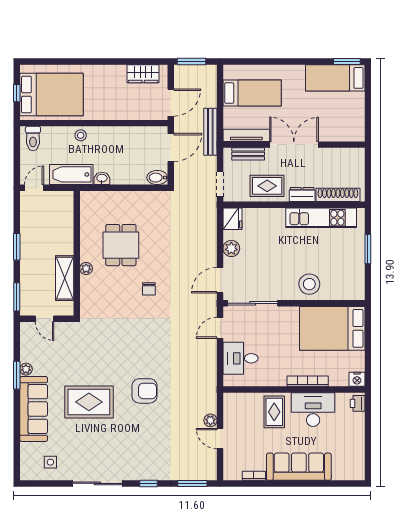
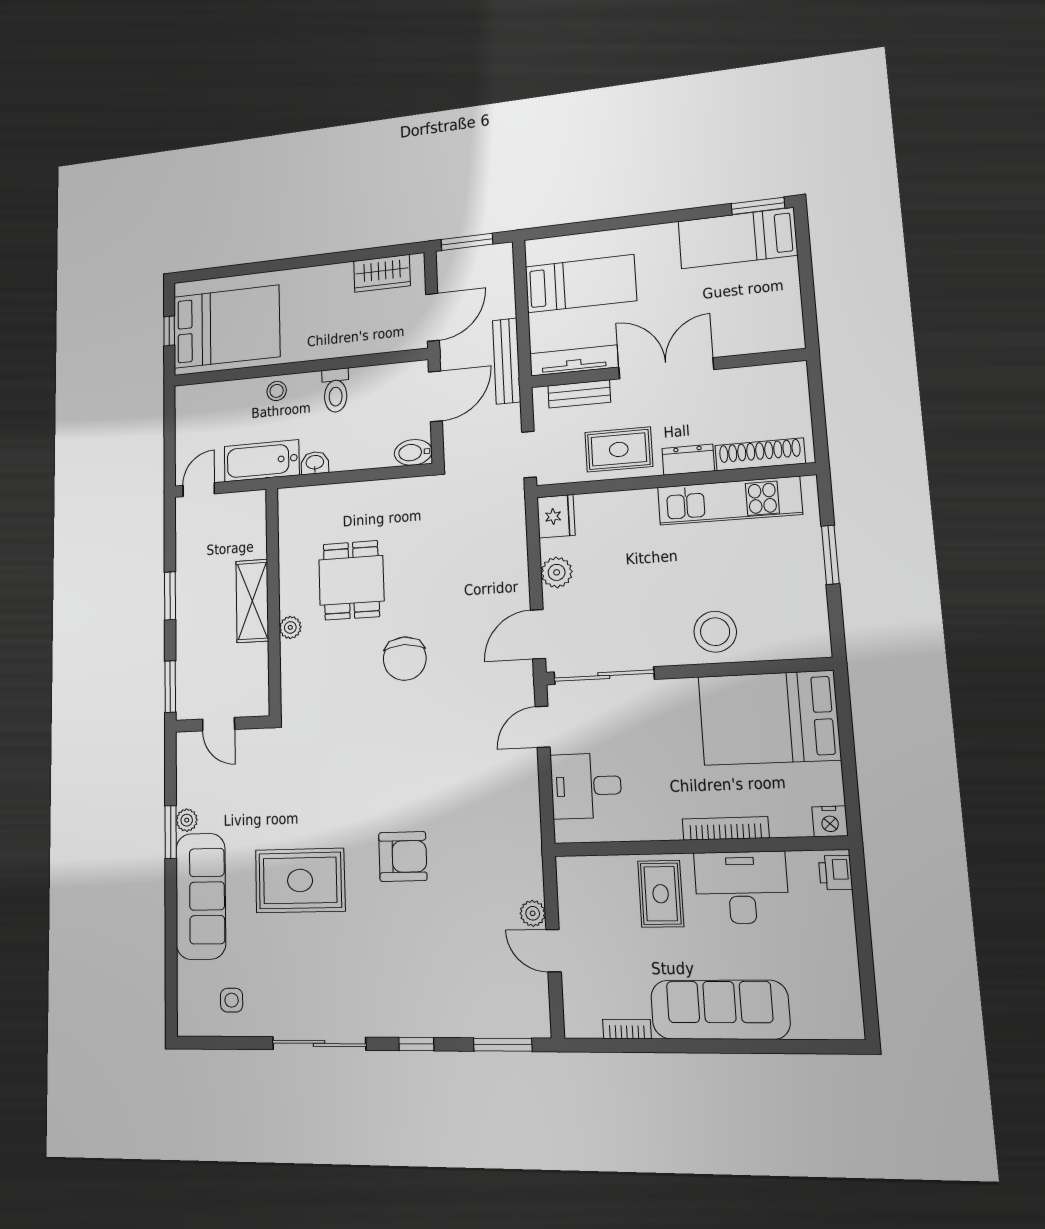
toilet: (33, 139) -> (335, 391), moved
shelving: (65, 278) -> (252, 601), moved
chair: (149, 289) -> (405, 659), width x1.87, depth x1.87

